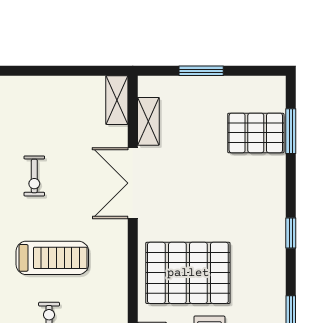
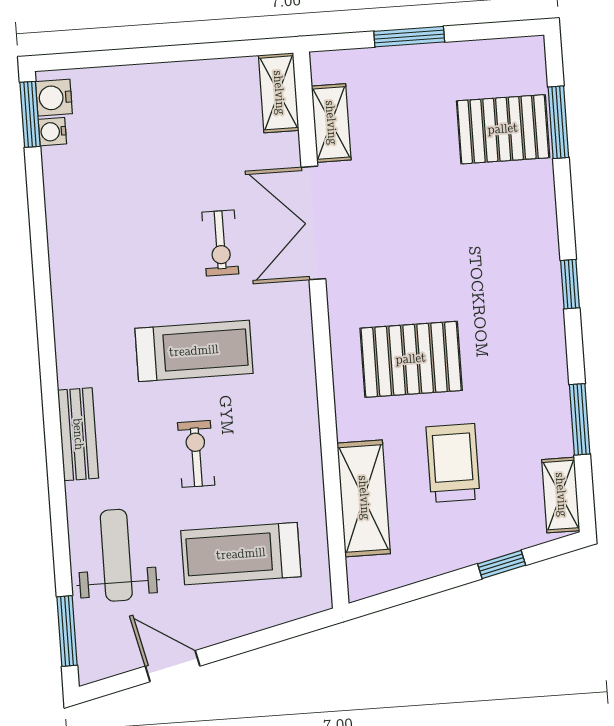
exercise bike: (34, 176) -> (220, 243), moved
pallet: (188, 273) -> (411, 359), width x0.73, depth x0.71

